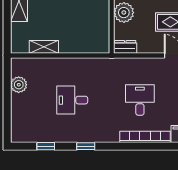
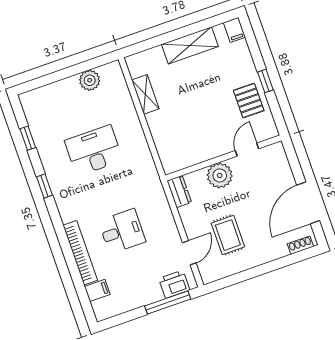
desk: (72, 100) -> (94, 151), width x1.37

